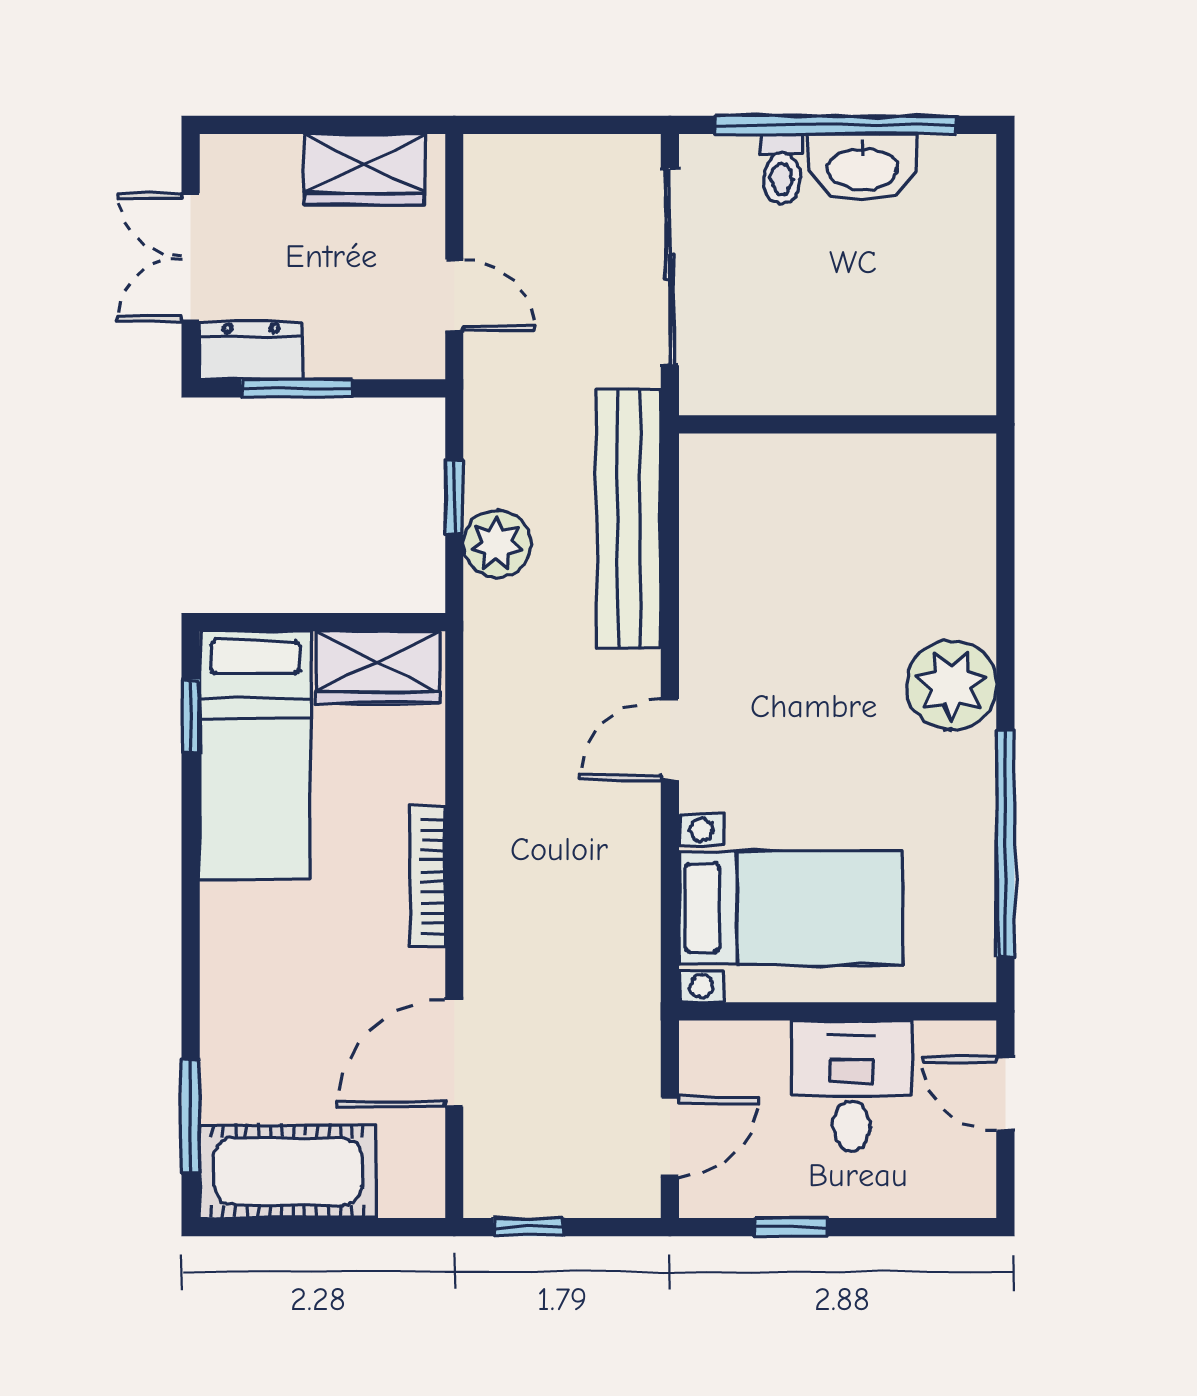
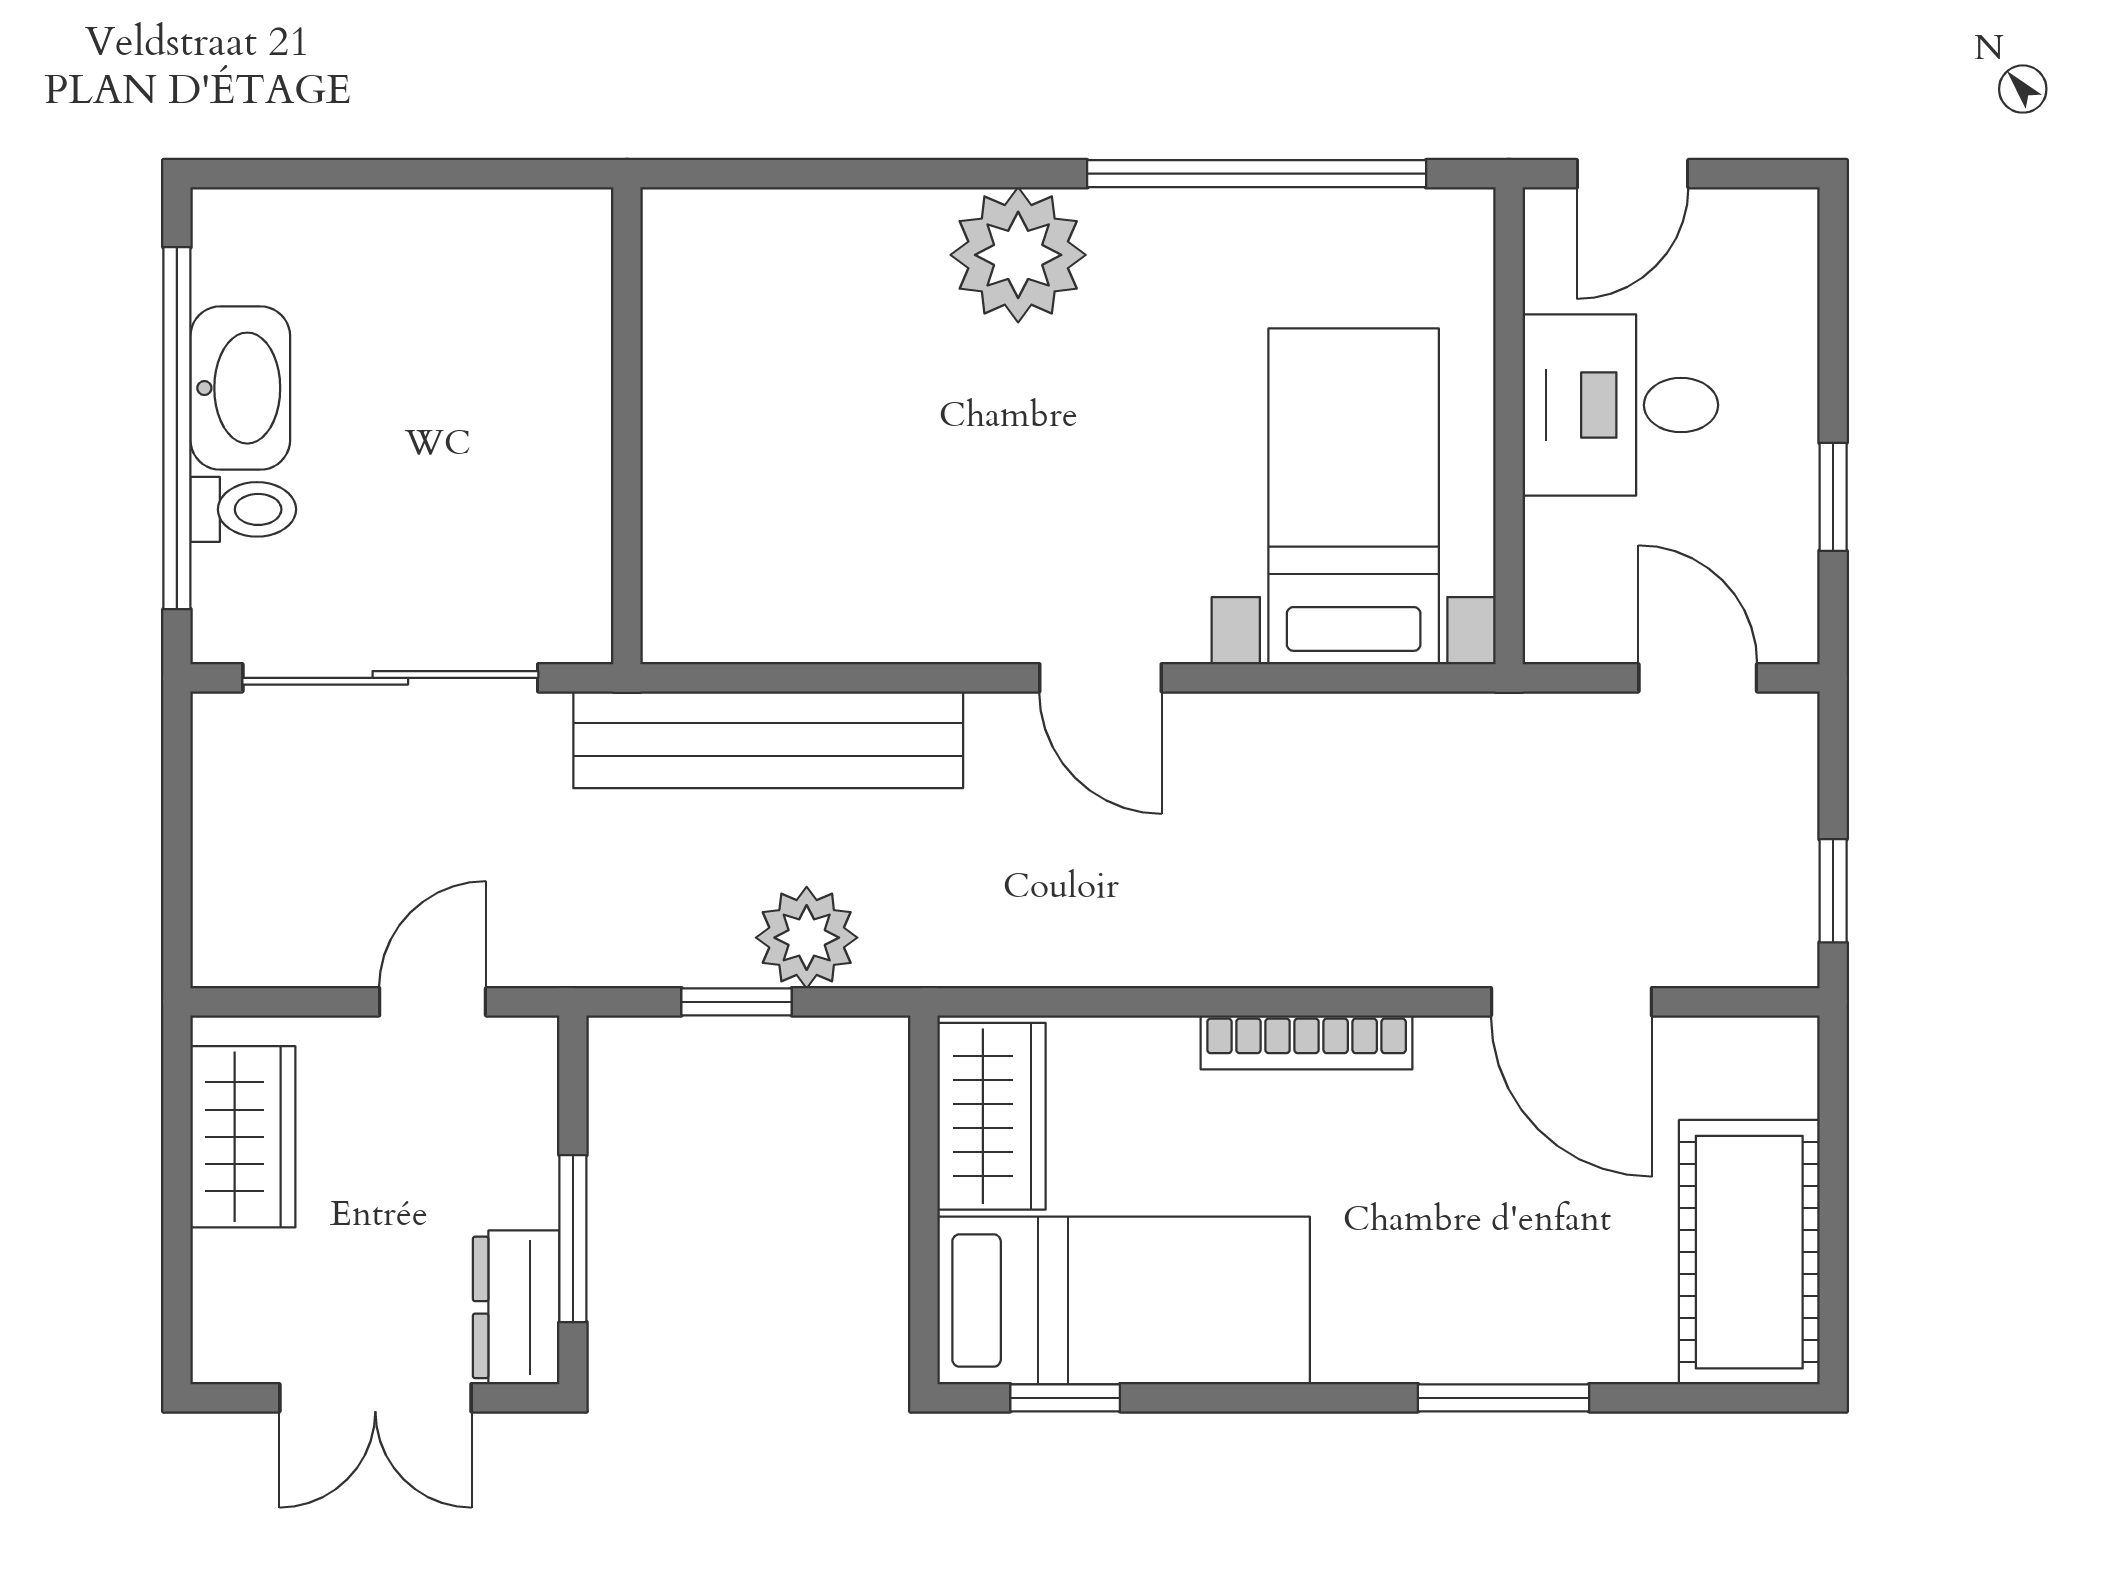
window: (191, 1116) -> (1504, 1398), moved

